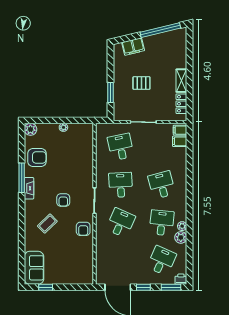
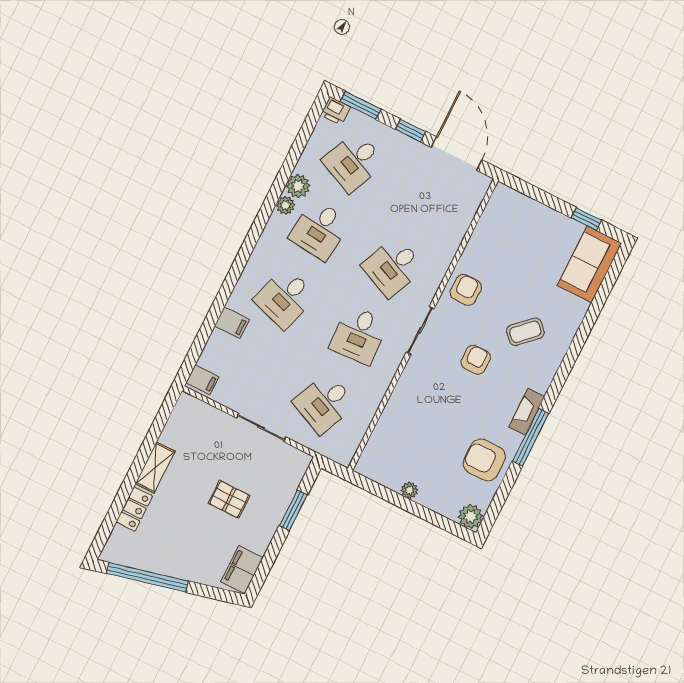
filing cabinet: (133, 47) -> (242, 570), moved, turned -77
locker: (181, 104) -> (134, 509), moved
filing cabinet: (180, 141) -> (232, 323), moved
desk: (121, 147) -> (324, 403), turned 36
desk: (162, 185) -> (285, 298), turned 33

